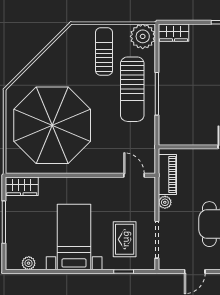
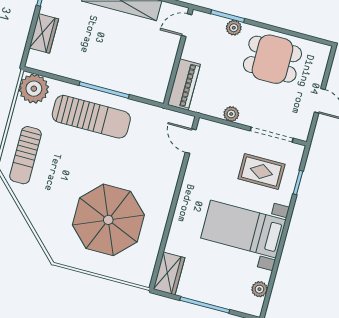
wardrobe: (173, 33) -> (44, 33), moved
sun lounger: (104, 52) -> (25, 155), moved, turned -90
parasol: (52, 125) -> (108, 220), width x0.73, depth x0.73
piano: (167, 174) -> (184, 84), moved, turned 90
door: (134, 175) -> (191, 141), hinge flipped

